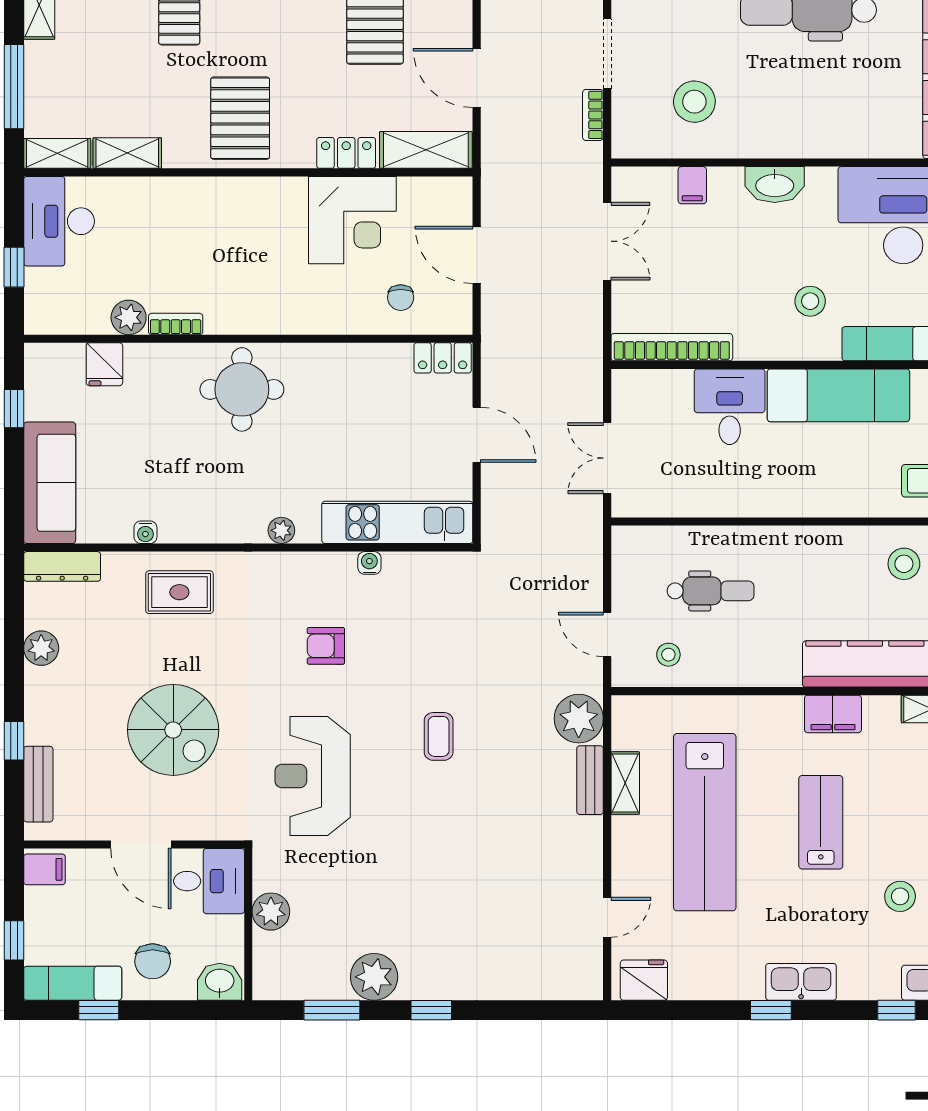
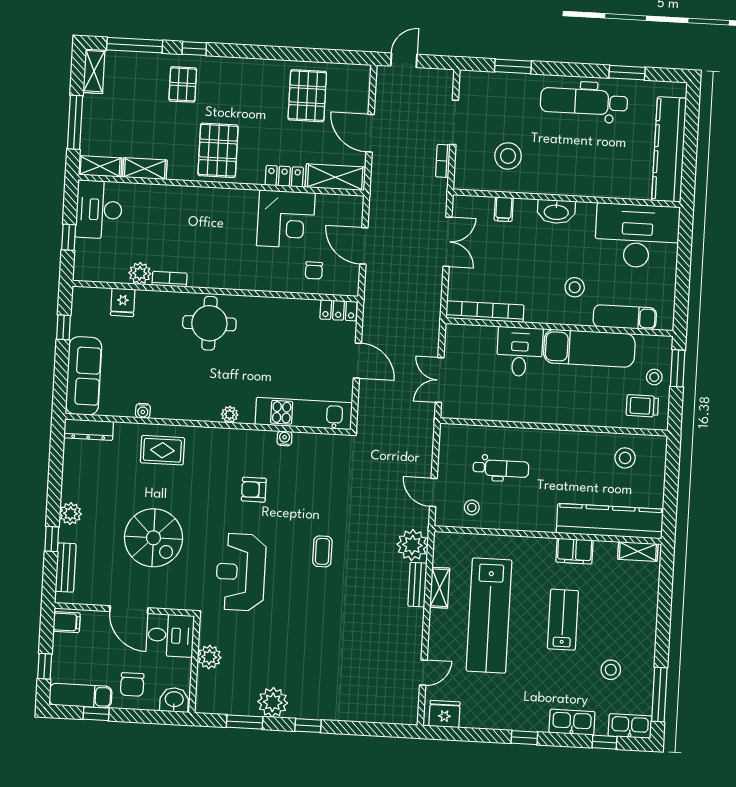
plant: (41, 648) -> (70, 514), moved
kitchen sink: (801, 982) -> (572, 722), moved

